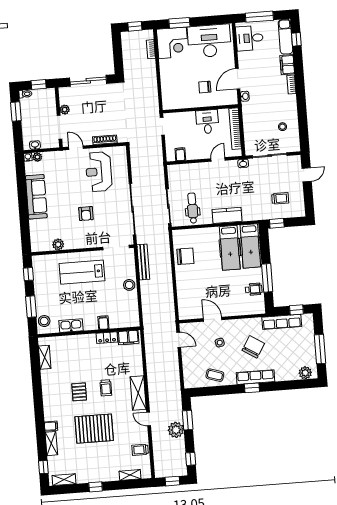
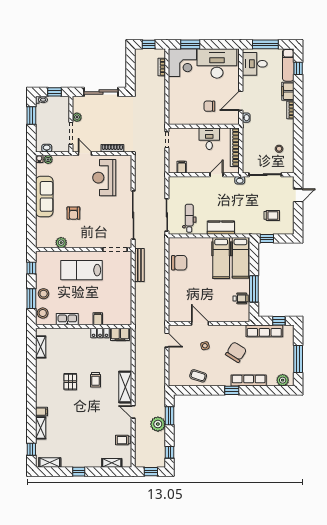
armchair: (86, 214) -> (73, 213), moved
stool: (129, 285) -> (44, 294), moved
row of seats: (256, 377) -> (249, 380), moved
pallet: (94, 429) -> (82, 417), removed

